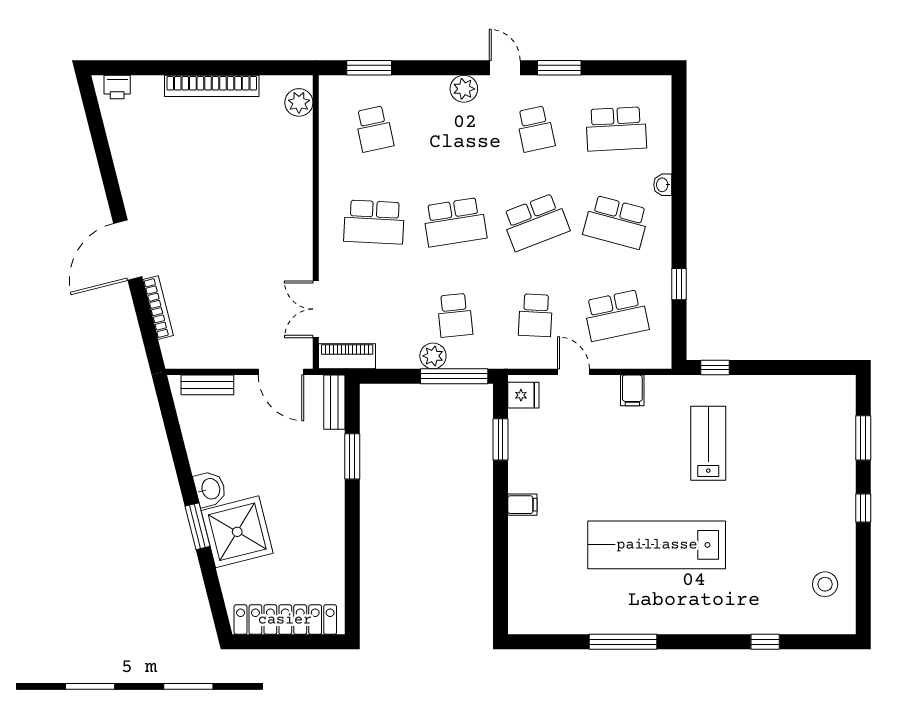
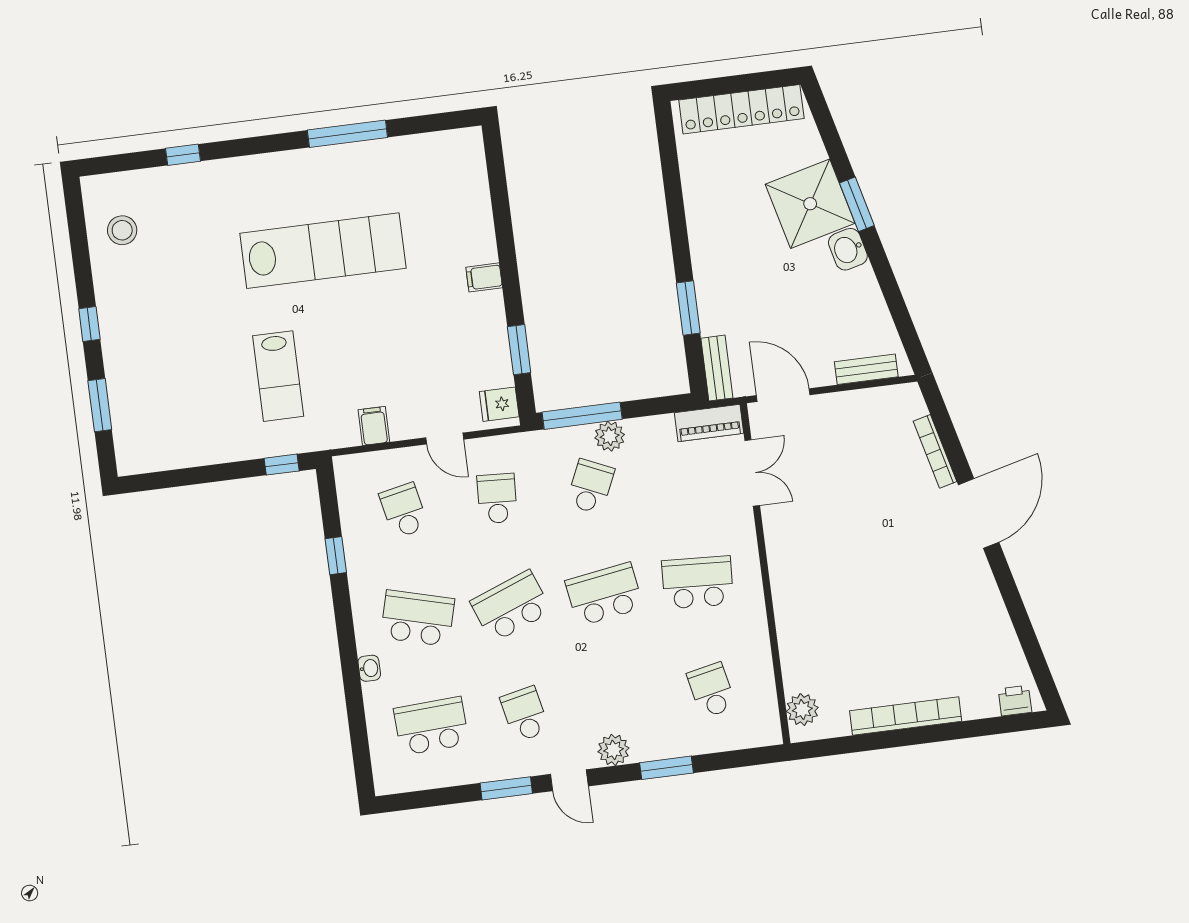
window: (369, 68) -> (667, 768), moved
school desk: (455, 315) -> (590, 486), turned 30
school desk: (616, 315) -> (404, 510), width x0.54

